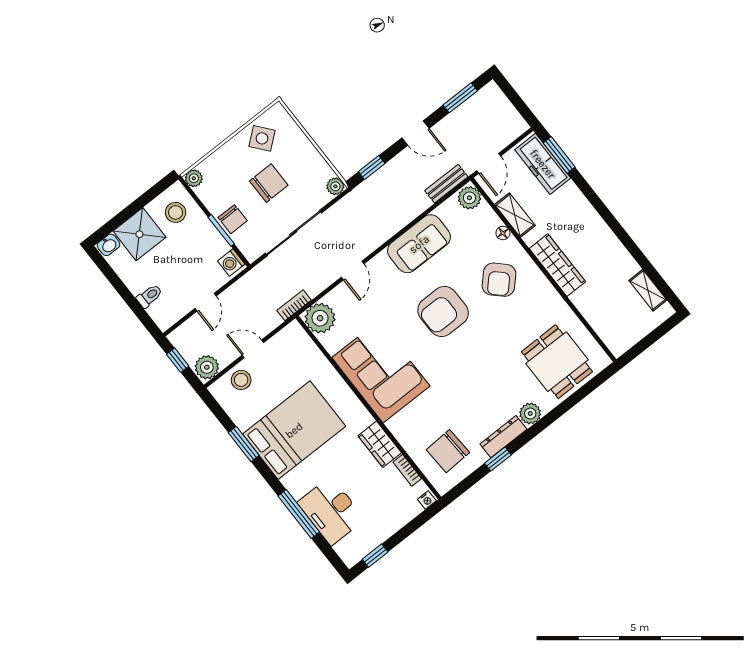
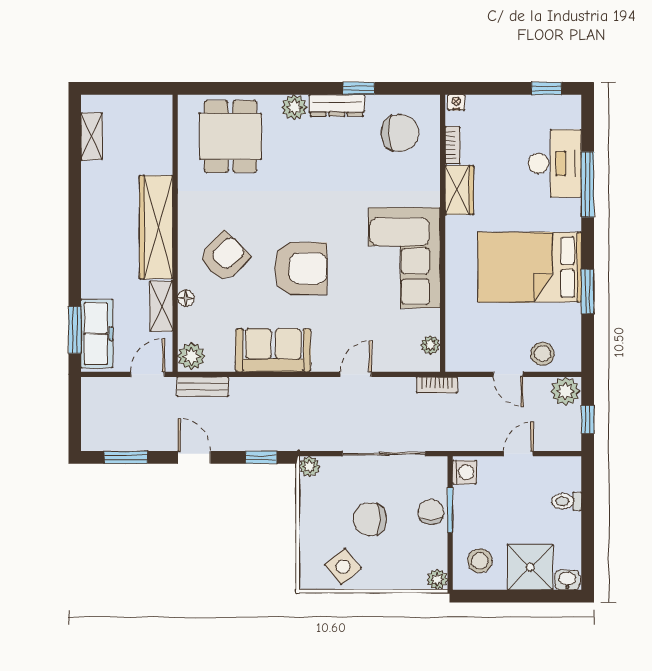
wardrobe: (557, 265) -> (156, 227), width x1.40, depth x1.17
plant: (320, 318) -> (430, 345), width x0.53, depth x0.53

